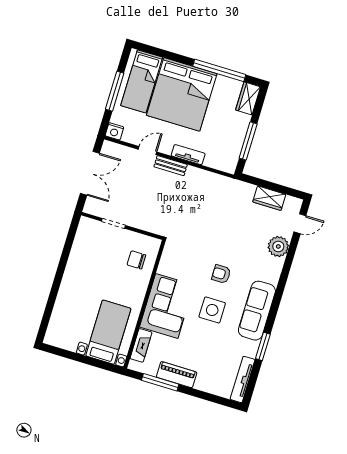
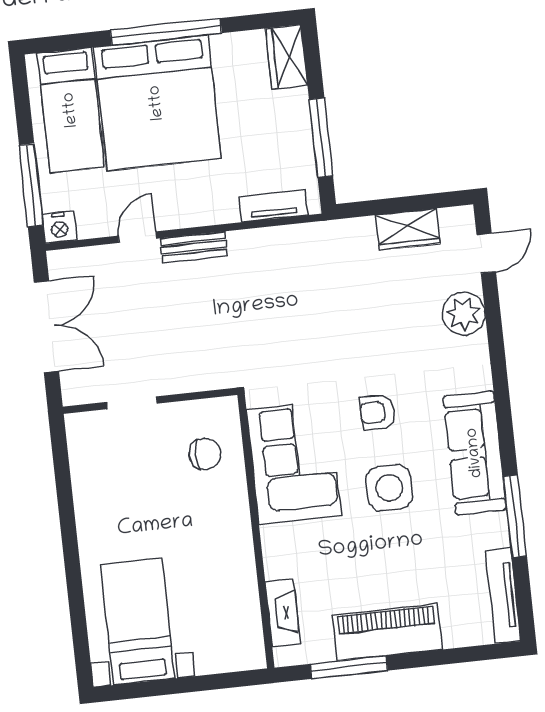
window: (219, 70) -> (166, 32), moved
window: (115, 91) -> (31, 185), moved
tv unit: (188, 155) -> (273, 206), moved
chair: (136, 260) -> (205, 454), turned 180
corner sofa: (167, 306) -> (294, 462), moved
bed with nightstands: (108, 332) -> (138, 621), moved
window: (263, 346) -> (515, 516), width x1.44
piano: (177, 375) -> (387, 632), width x1.37, depth x1.33

